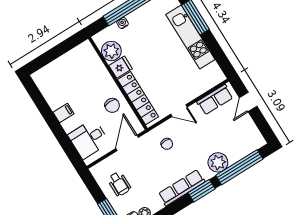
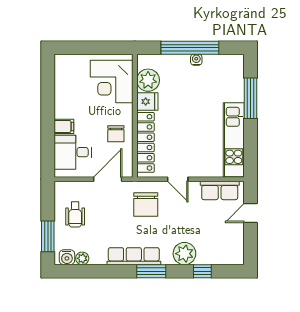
water cooler: (123, 23) -> (196, 60), moved
kitchen unit: (190, 37) -> (234, 140), moved
corner desk: (85, 69) -> (112, 82), added
filing cabinet: (64, 113) -> (64, 126), moved
chair: (167, 144) -> (146, 205), width x1.87, depth x1.87
window: (239, 167) -> (202, 271), width x0.32

